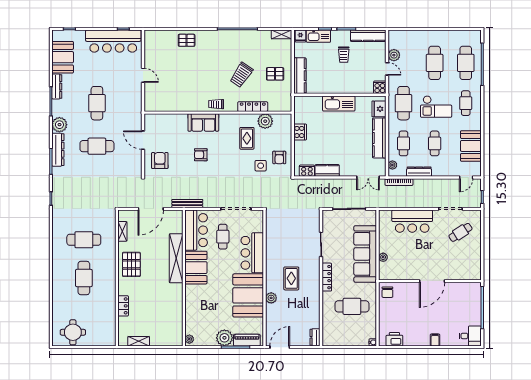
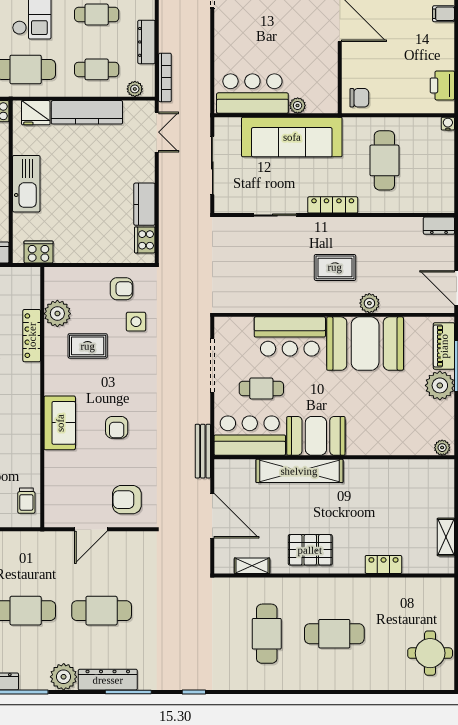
trolley: (216, 104) -> (26, 501), moved
cooker: (300, 132) -> (38, 252), moved
cafe table: (97, 146) -> (102, 611), turned 90
bar counter: (412, 221) -> (252, 94), moved, turned -90

